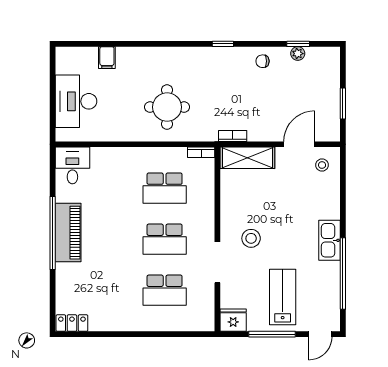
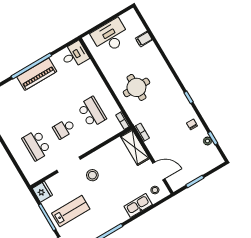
school desk: (165, 188) -> (92, 112), turned 180
school desk: (165, 239) -> (64, 129), width x0.54
kitchen sink: (330, 240) -> (138, 205), moved

